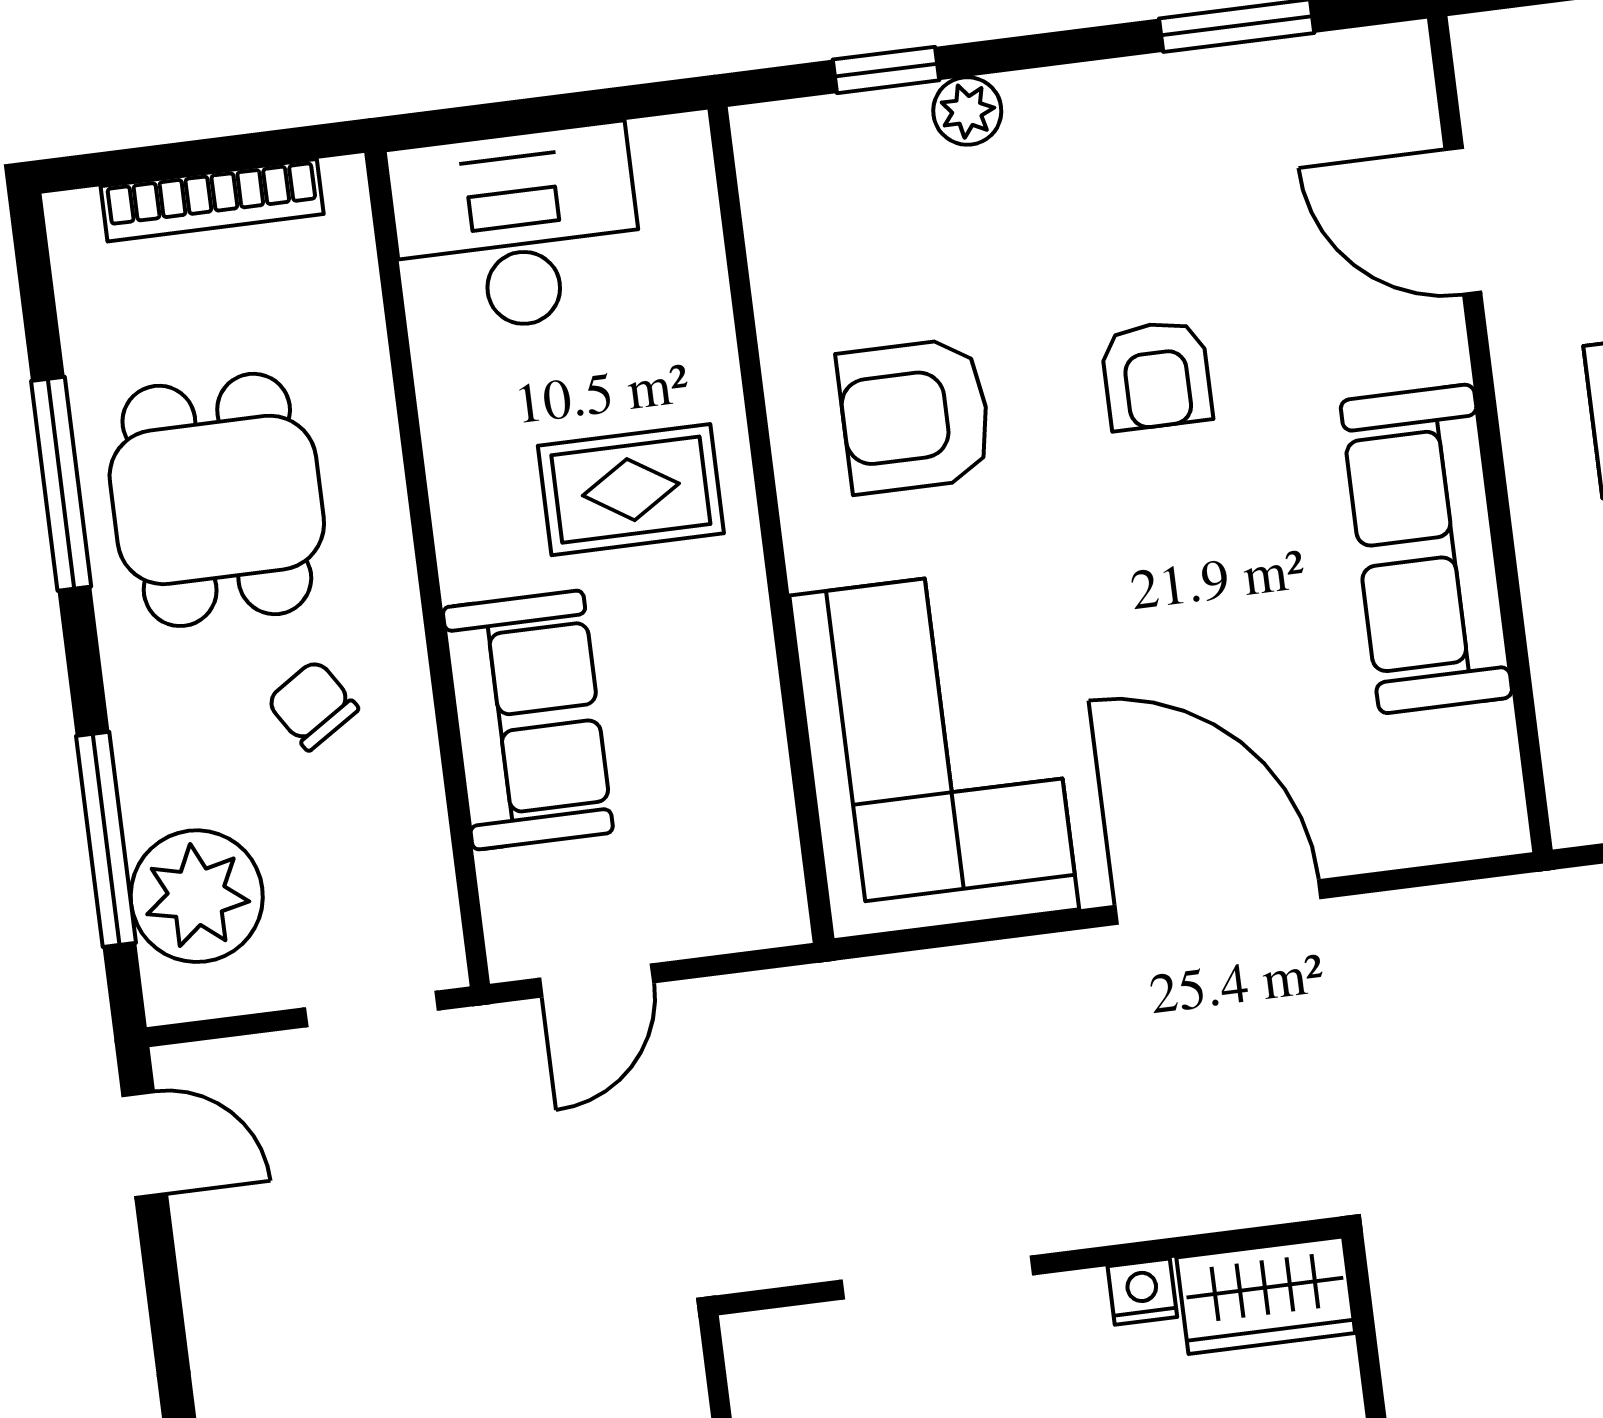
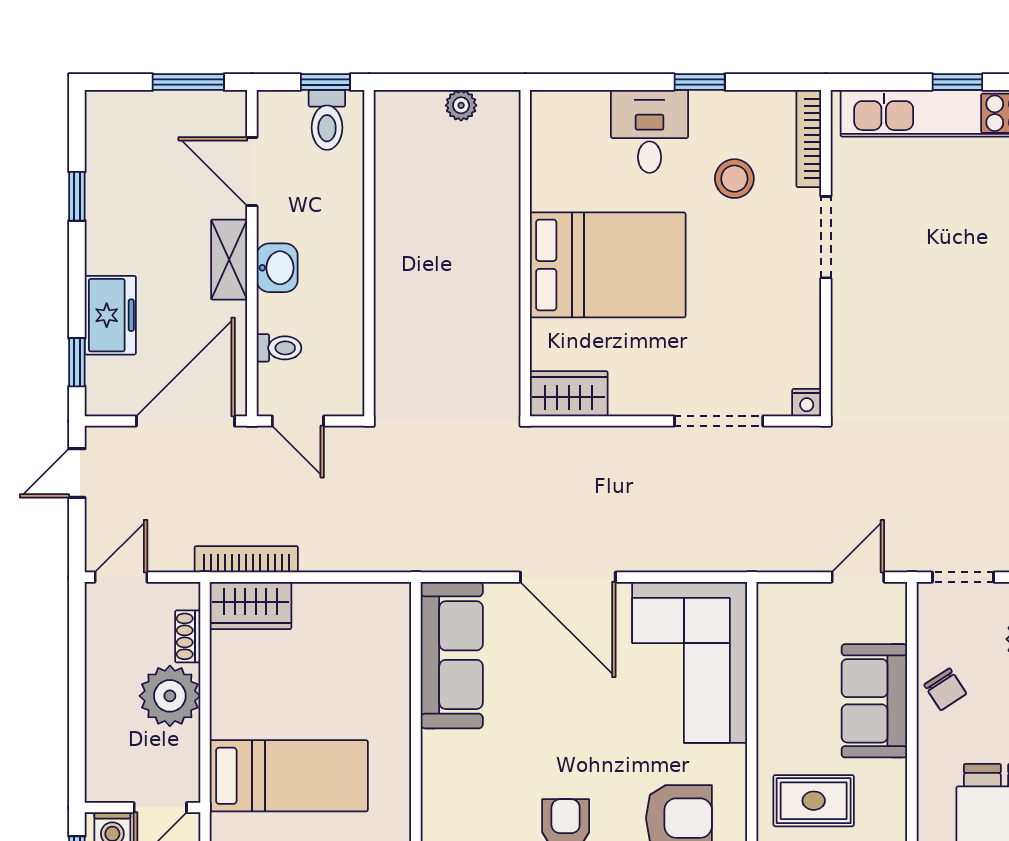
sofa: (1426, 549) -> (452, 655), moved
chair: (312, 705) -> (945, 689), moved
nightstand: (1142, 1292) -> (807, 403), moved

